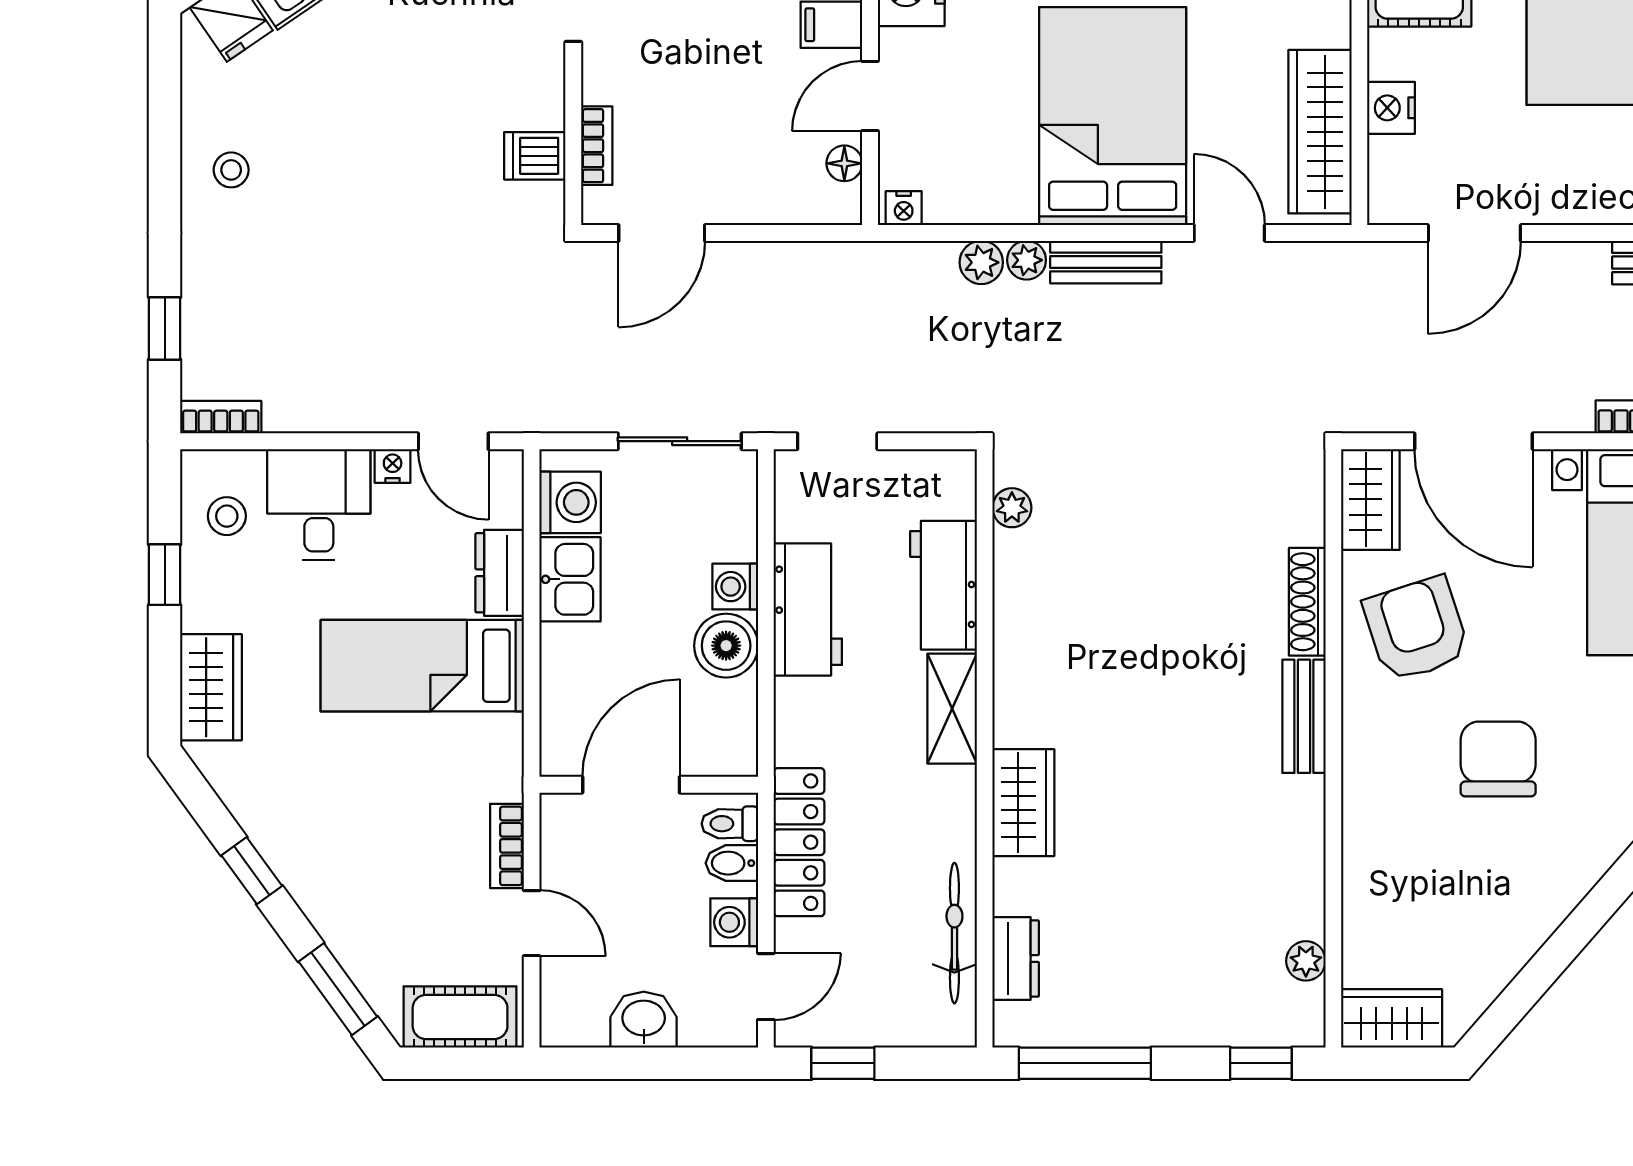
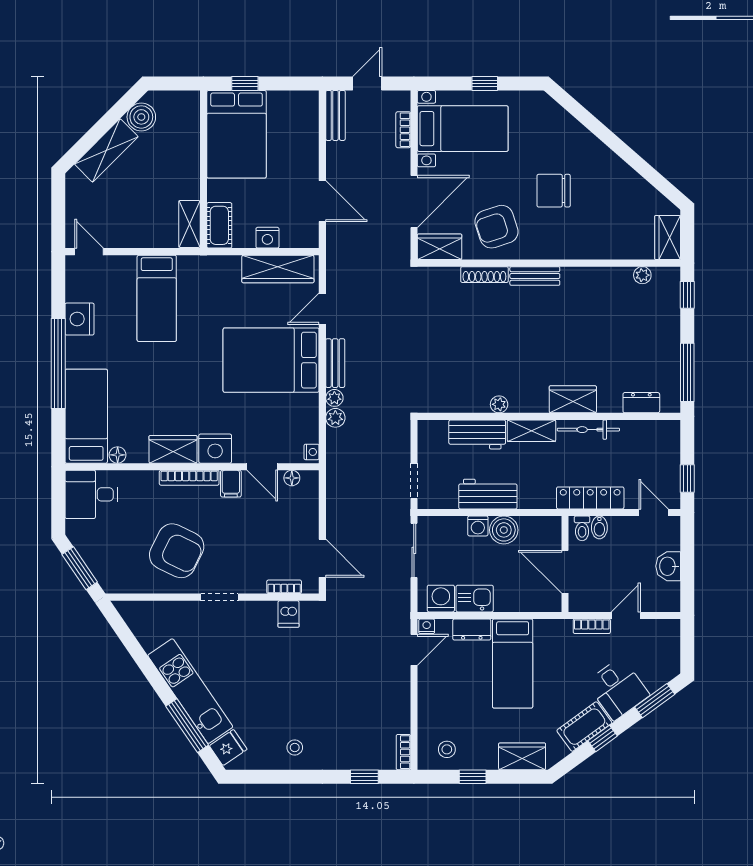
nightstand: (393, 466) -> (427, 626), moved, turned 90
desk: (319, 505) -> (618, 689), moved, turned -126
plant: (1012, 508) -> (499, 404), moved
washing machine: (734, 922) -> (625, 526), removed
bicycle: (954, 933) -> (588, 430), moved
cot: (460, 1017) -> (584, 727), moved, turned 54

